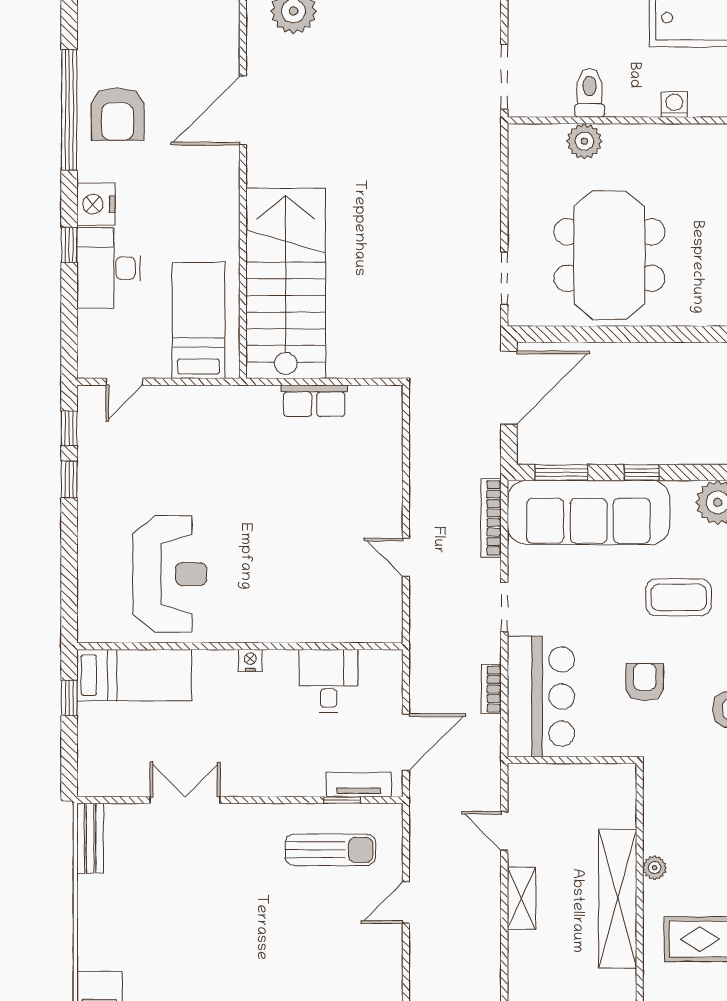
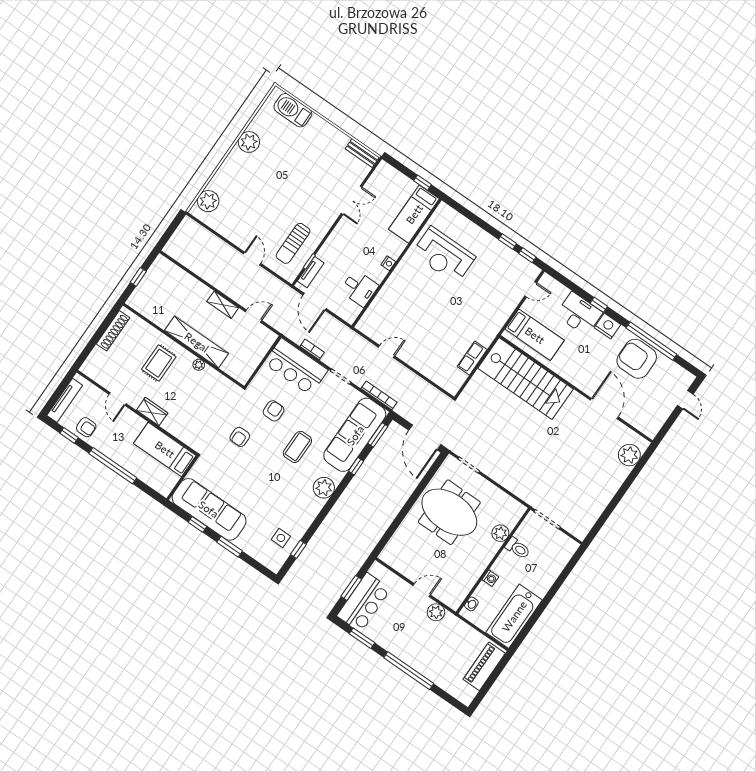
armchair: (117, 114) -> (637, 359), width x1.36, depth x1.36
door: (124, 382) -> (531, 289), swing flipped
armchair: (645, 682) -> (274, 411), turned -90

